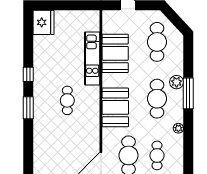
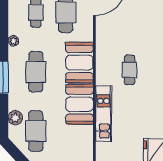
booth: (115, 53) -> (80, 104), moved
plant: (177, 82) -> (15, 118), moved

